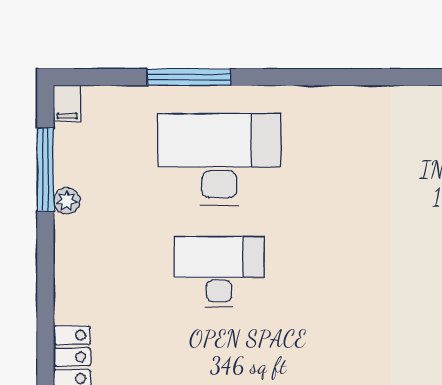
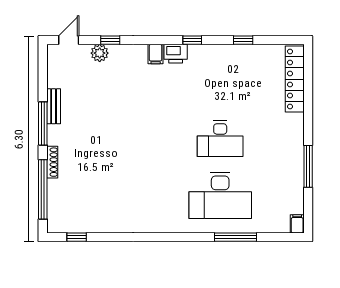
window: (45, 170) -> (308, 166), moved
plant: (67, 201) -> (297, 175), removed

